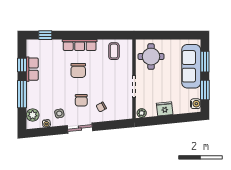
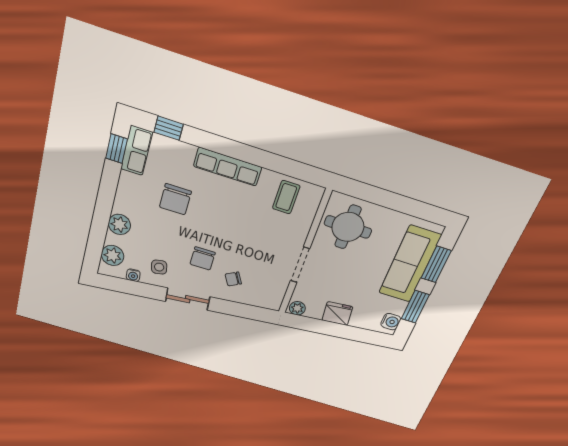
window: (22, 65) -> (116, 149), moved
row of seats: (32, 69) -> (137, 150), moved
chair: (78, 70) -> (175, 199), moved
window: (22, 94) -> (101, 217), removed
plant: (32, 95) -> (119, 224), added

